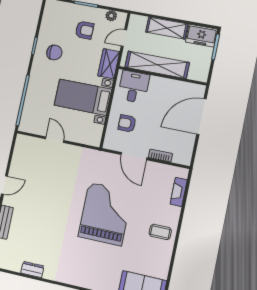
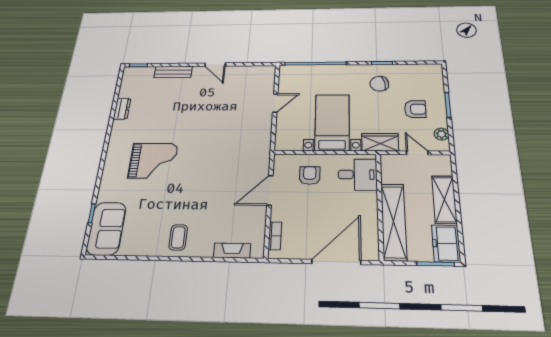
armchair: (84, 30) -> (415, 109), turned -91
chair: (54, 53) -> (379, 84), turned 78
shelving: (157, 65) -> (394, 222), moved
door: (201, 117) -> (336, 262), hinge flipped
bookcase: (160, 156) -> (275, 236), moved
grand piano: (105, 214) -> (153, 161), moved, width x0.73, depth x0.68

